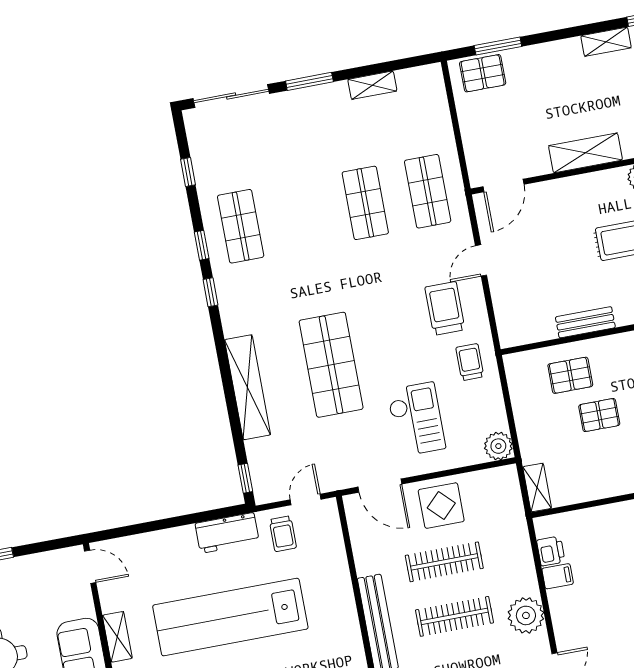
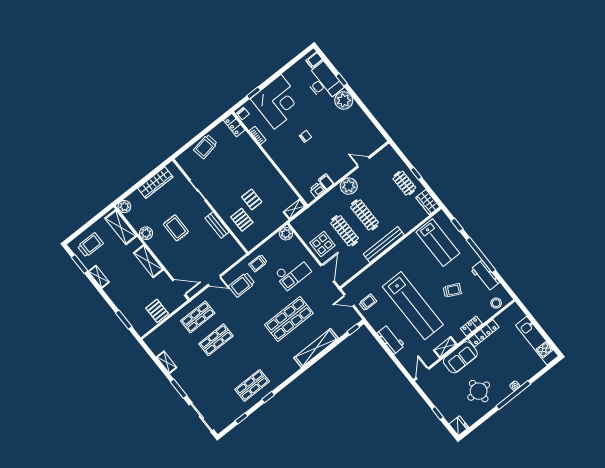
pallet: (483, 73) -> (157, 311), moved
window: (211, 292) -> (285, 383), removed
checkout: (416, 419) -> (293, 273), turned 180
workbench: (227, 533) -> (391, 339), moved

